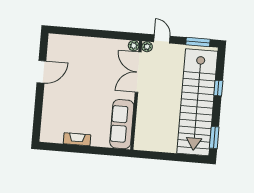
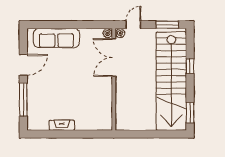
door: (162, 39) -> (133, 25), hinge flipped
window: (38, 109) -> (23, 100), added
sofa: (122, 124) -> (56, 38), moved, turned -90

